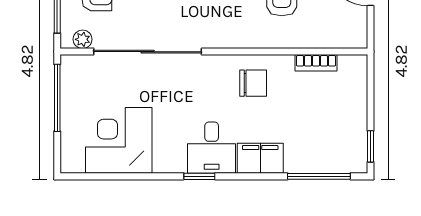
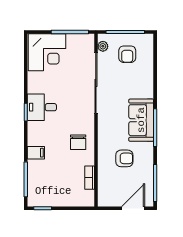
corner desk: (119, 140) -> (47, 52), moved, turned 90
desk: (212, 148) -> (42, 107), moved
filing cabinet: (260, 158) -> (36, 153), width x0.50

